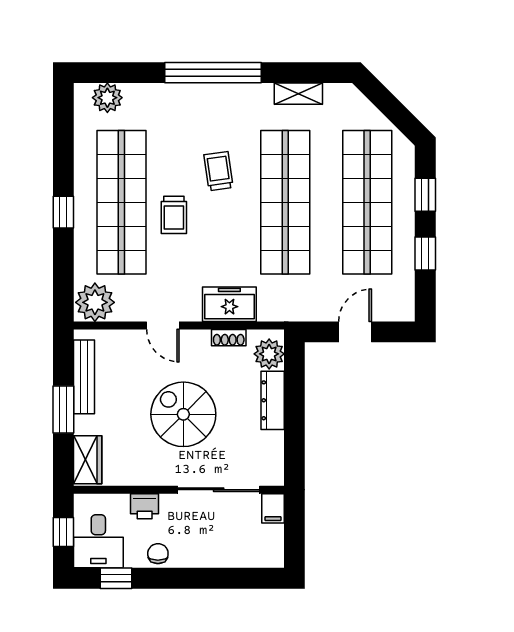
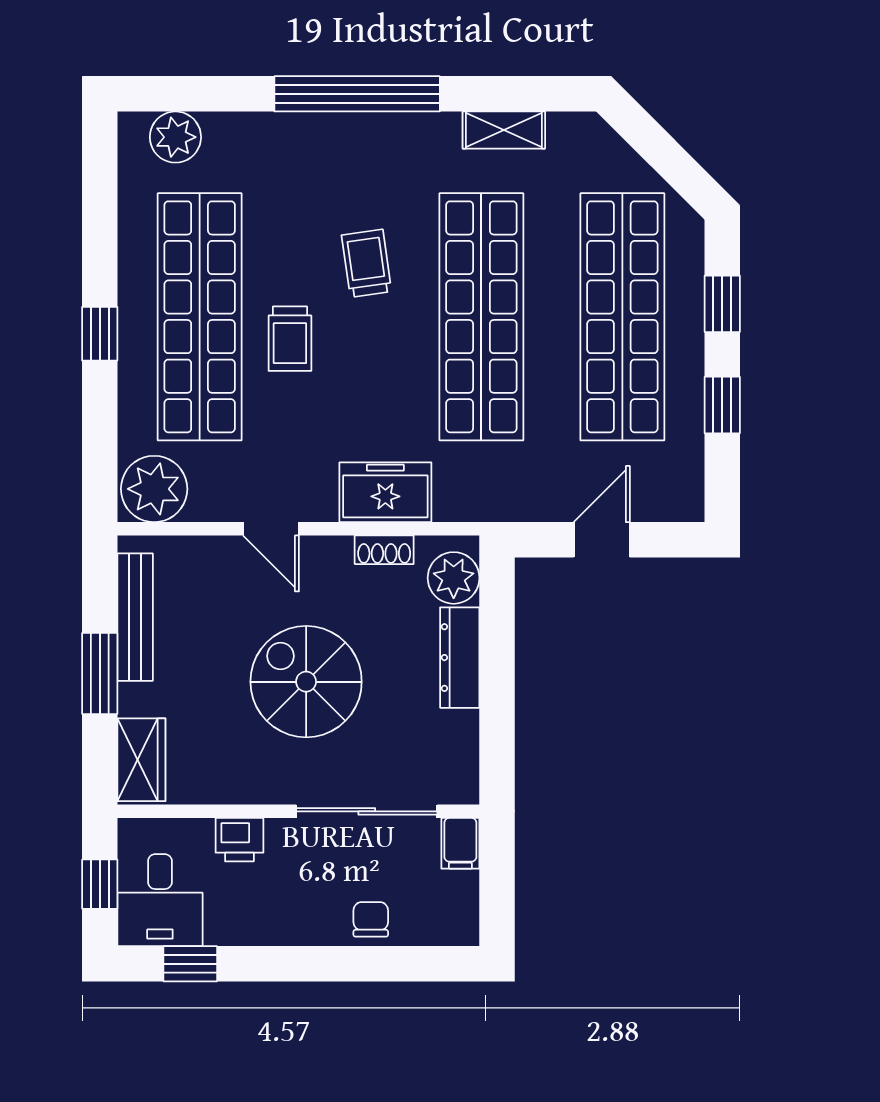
chair: (158, 554) -> (371, 919), moved

